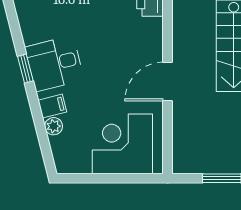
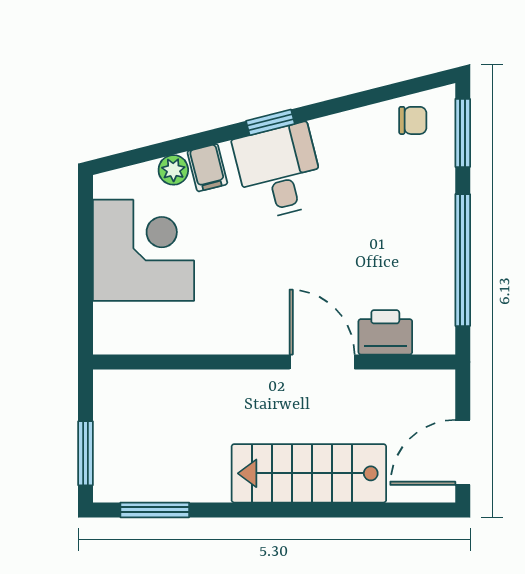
door: (168, 82) -> (322, 362), moved
corner desk: (122, 144) -> (143, 250), moved

